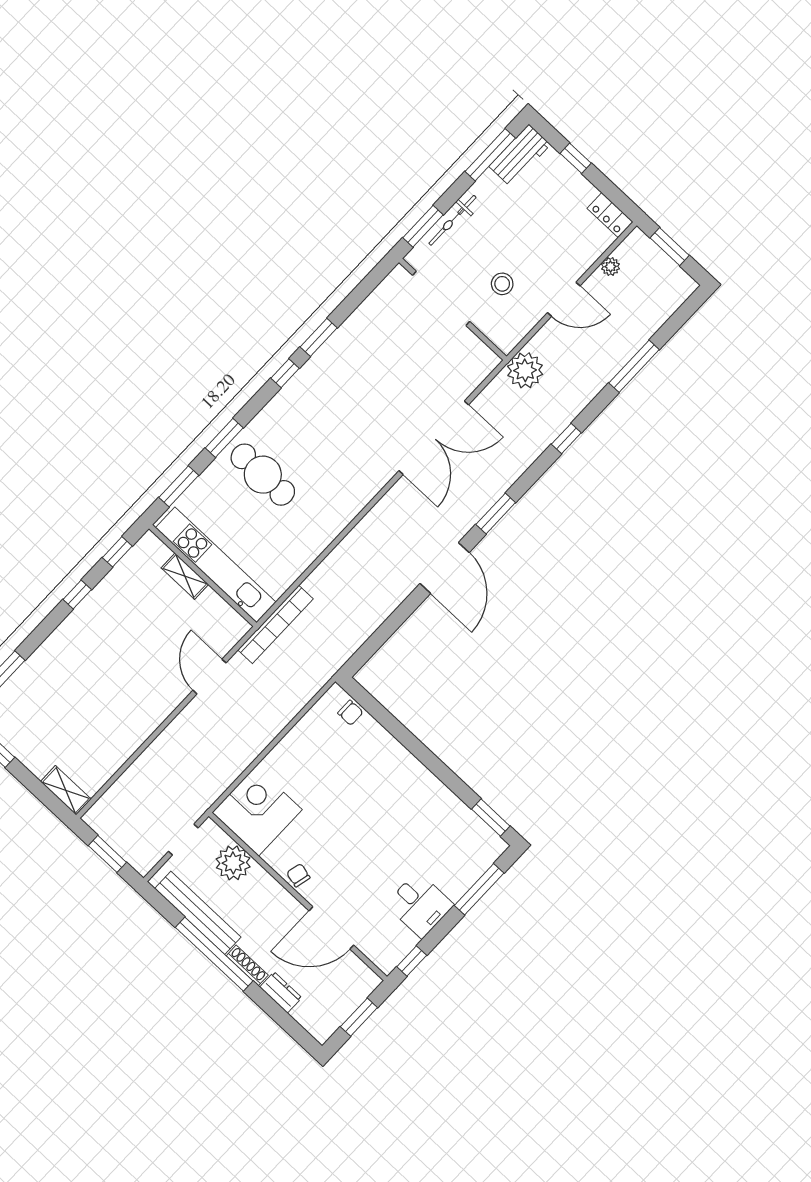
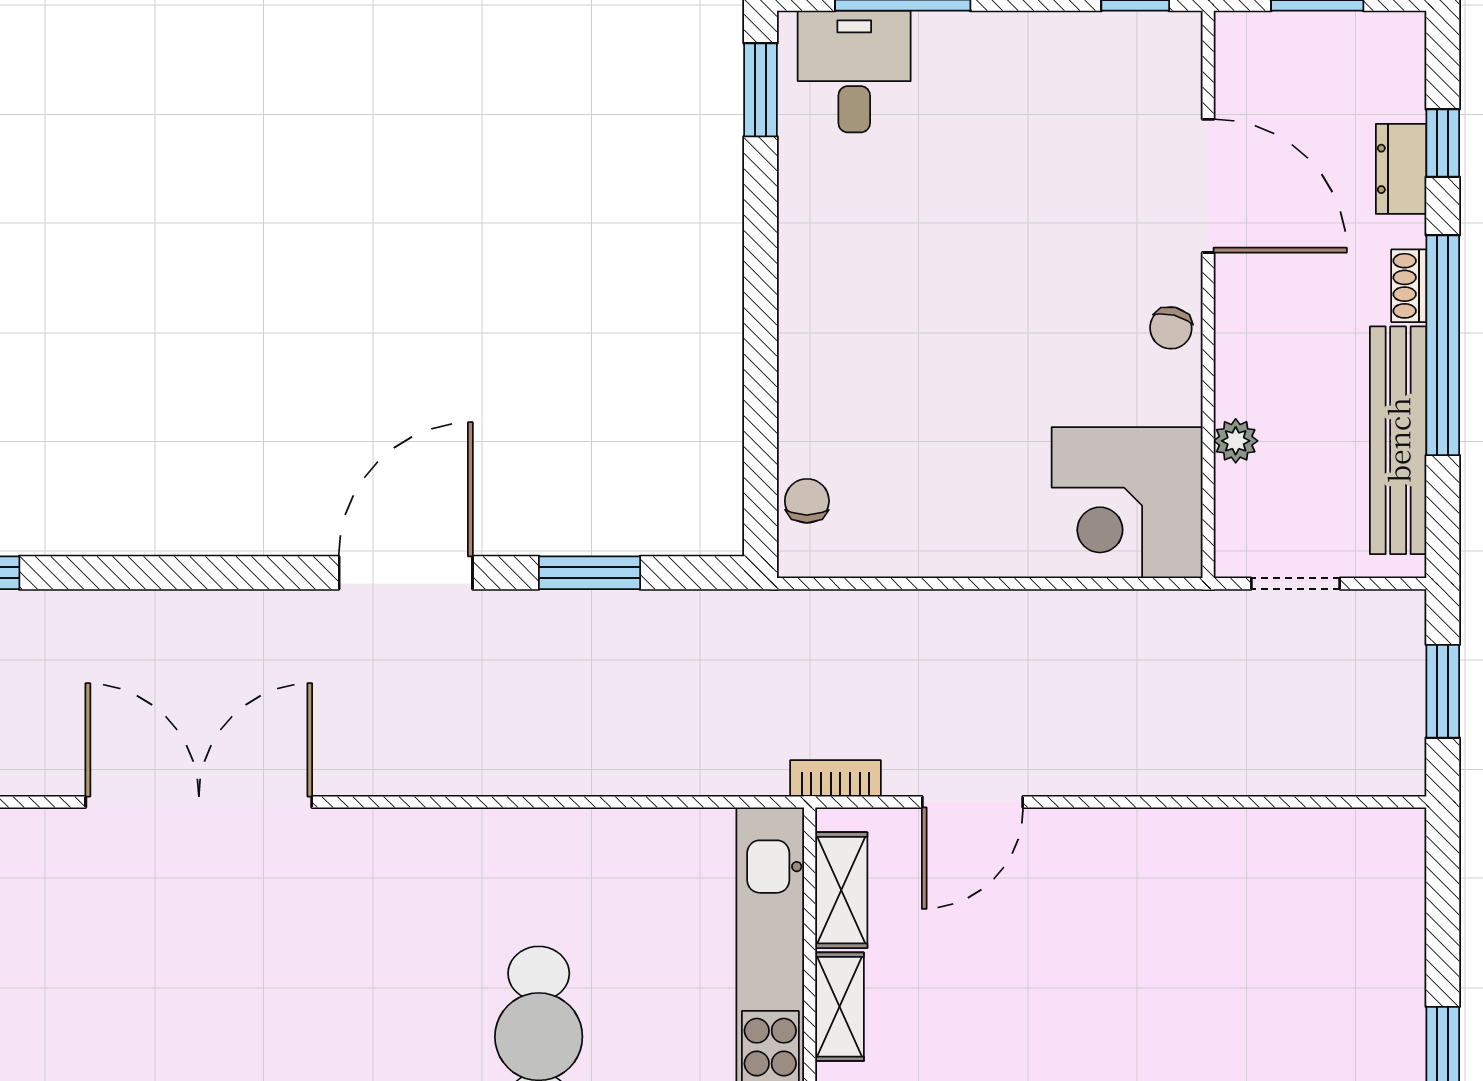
window: (496, 514) -> (590, 573), moved
bookcase: (276, 624) -> (835, 778), width x0.43, depth x0.76
shelving: (66, 790) -> (841, 890), moved
plant: (233, 863) -> (1236, 441), width x0.53, depth x0.53
desk: (420, 905) -> (854, 71), moved
shoe rack: (247, 965) -> (1409, 286), width x0.70
window: (277, 1013) -> (1443, 143), added

